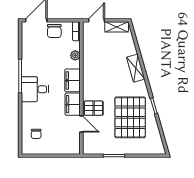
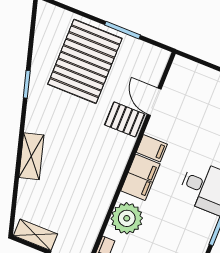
plant: (75, 55) -> (127, 218), width x1.88, depth x1.88
filing cabinet: (73, 104) -> (152, 148), width x0.50
pallet: (130, 117) -> (85, 61), moved

